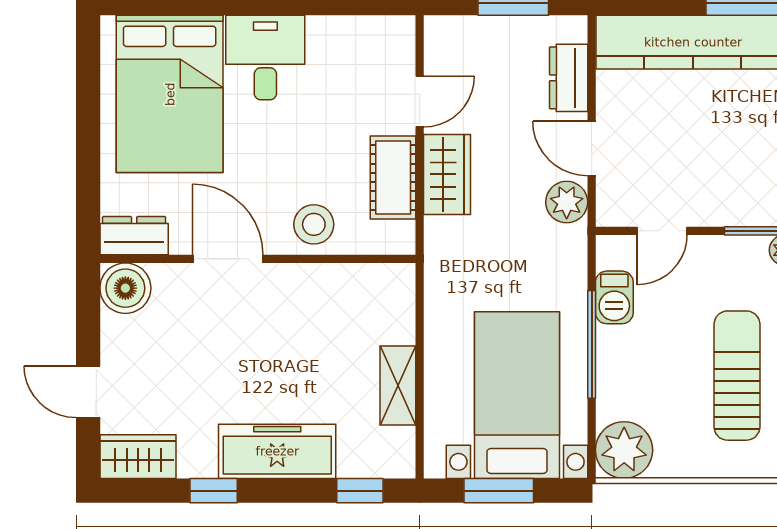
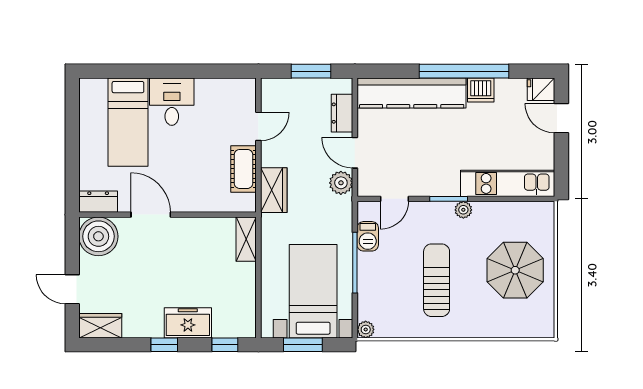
bed: (170, 94) -> (128, 122), width x0.67
wardrobe: (447, 174) -> (274, 190), moved
stool: (314, 224) -> (199, 195), removed
boiler: (125, 288) -> (98, 236), width x1.37, depth x1.37
shelving: (398, 386) -> (246, 239), moved
plant: (624, 450) -> (366, 329), width x0.53, depth x0.53
freezer: (277, 451) -> (188, 323), width x0.71
window: (214, 491) -> (164, 345), moved

